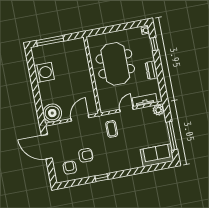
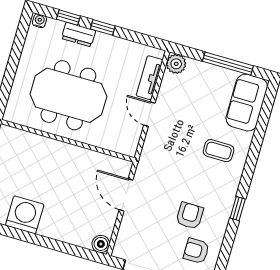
window: (158, 64) -> (103, 27), added
dresser: (152, 70) -> (79, 34), moved
boiler: (52, 113) -> (101, 244), width x0.54, depth x0.54
coffee table: (112, 129) -> (219, 151), moved

